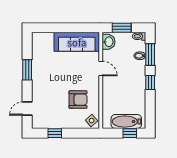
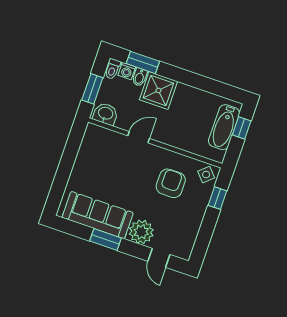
sofa: (77, 42) -> (98, 215), moved, turned -90
washing machine: (141, 46) -> (127, 71), added
shower: (135, 71) -> (158, 90), added
window: (150, 82) -> (181, 76), removed
plant: (40, 91) -> (141, 232), added
window: (55, 133) -> (217, 198), moved

